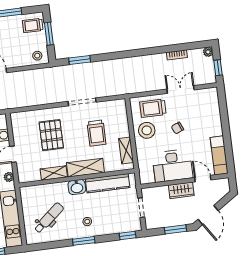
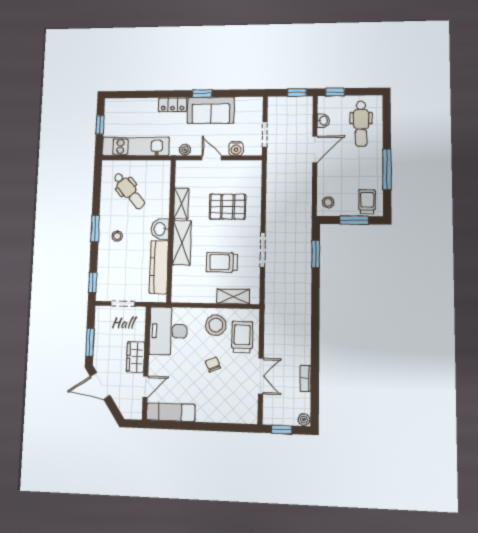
shelving: (126, 150) -> (233, 296), moved
desk: (172, 166) -> (168, 331), moved

